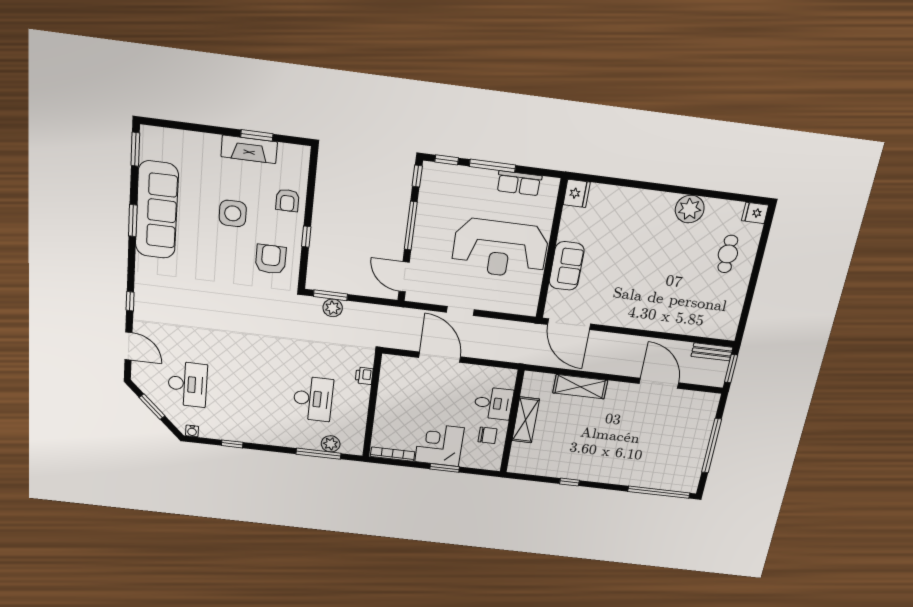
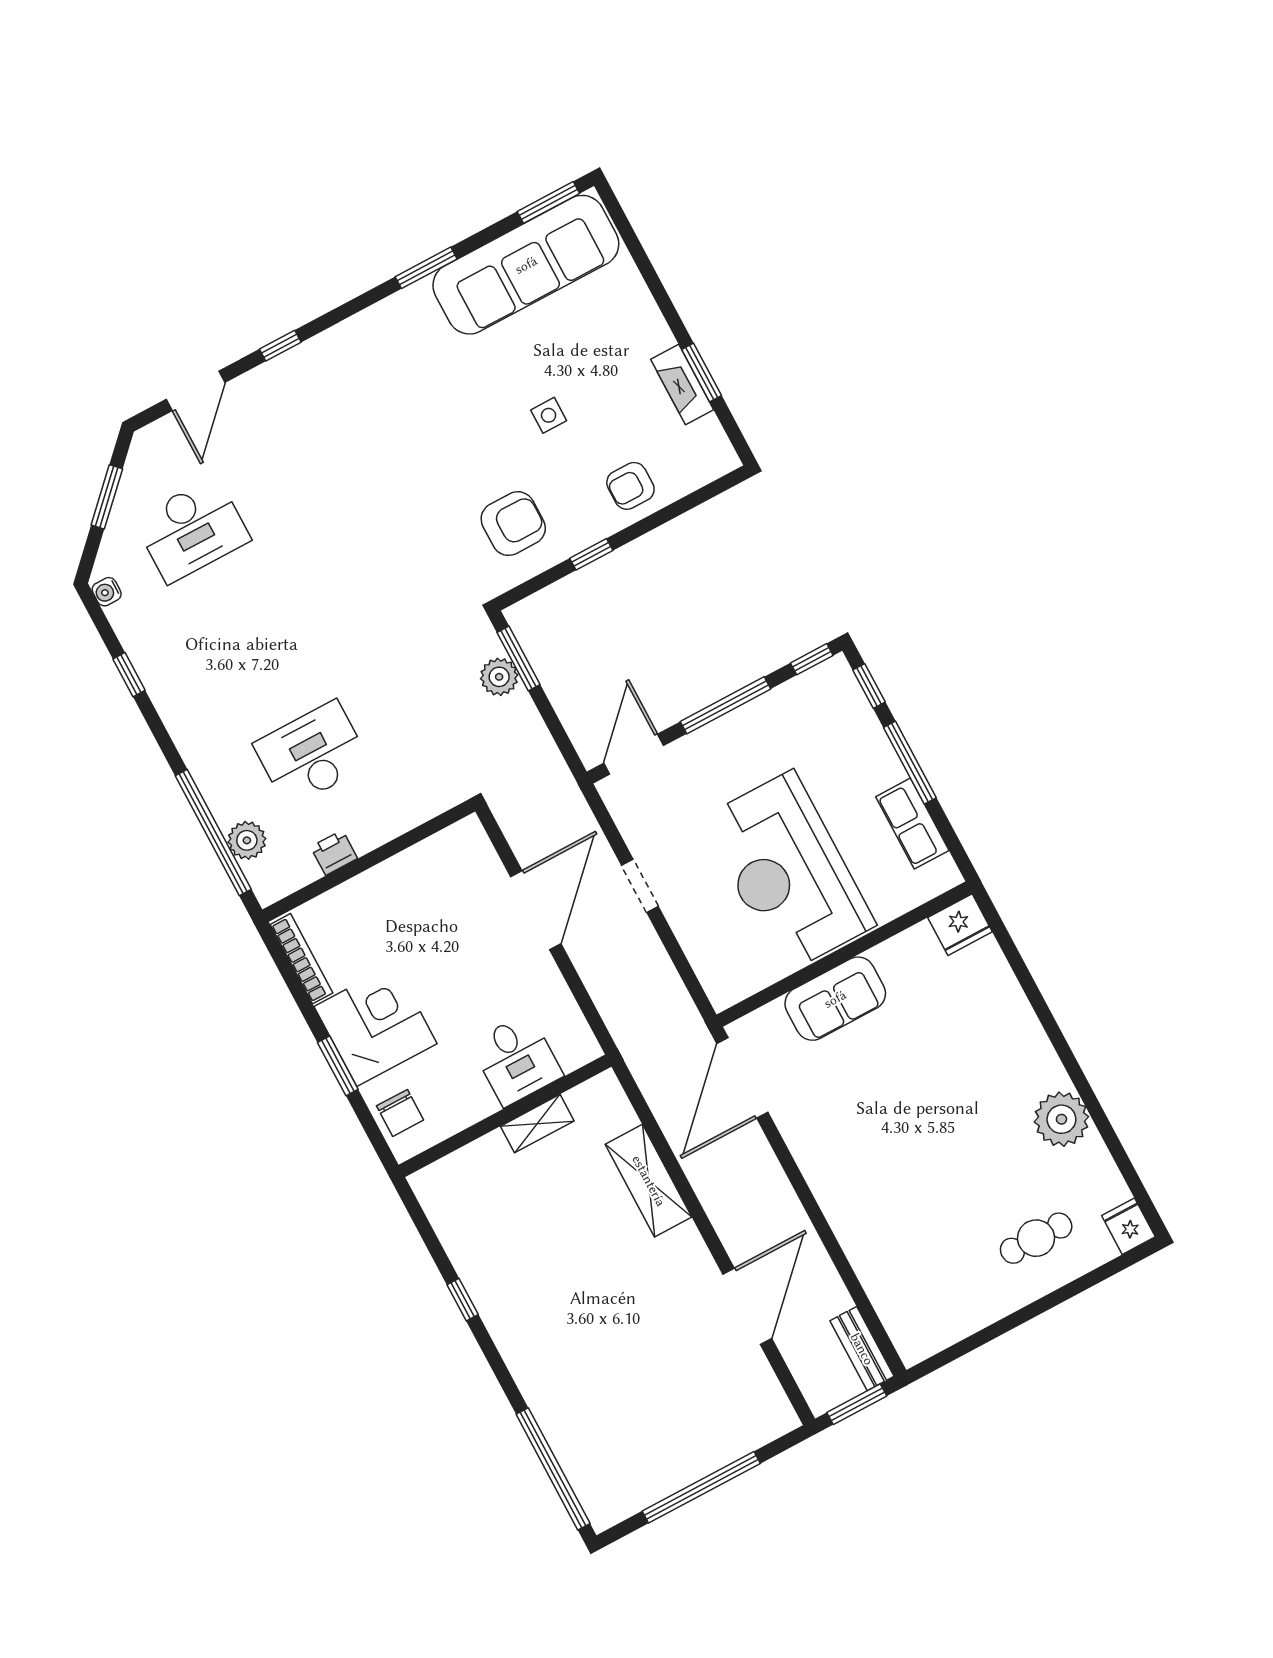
fireplace: (249, 149) -> (682, 385), width x0.73, depth x0.76
sofa: (157, 210) -> (526, 265), moved
side table: (233, 213) -> (549, 415), width x0.54, depth x0.54
printer: (364, 376) -> (334, 853), moved
desk: (313, 399) -> (312, 754), turned 180
shelving: (526, 420) -> (537, 1124), width x0.67, depth x0.75
chair: (487, 435) -> (400, 1113), moved
window: (318, 454) -> (213, 832), width x1.46

